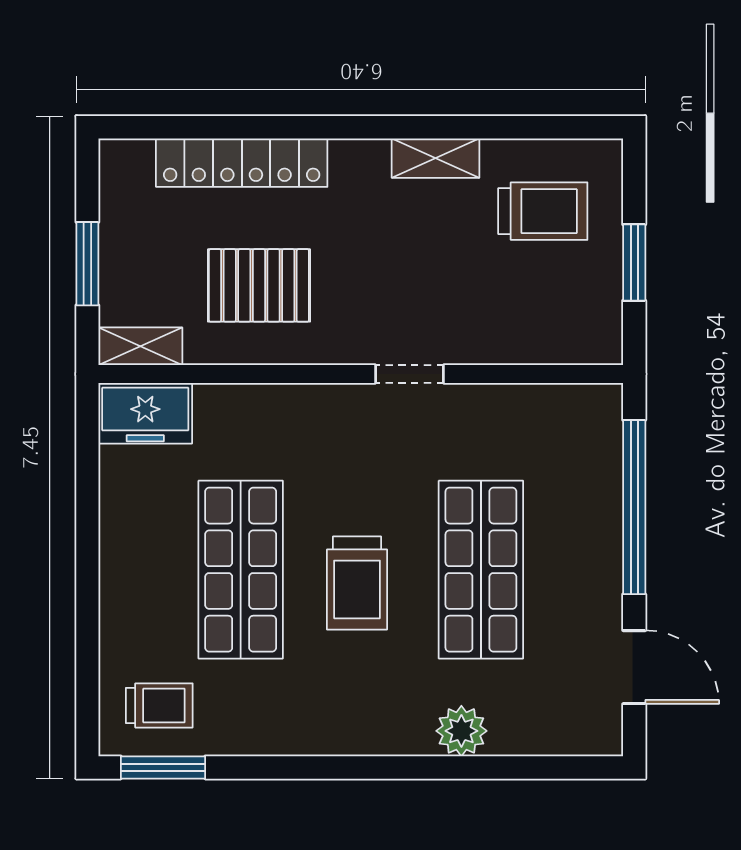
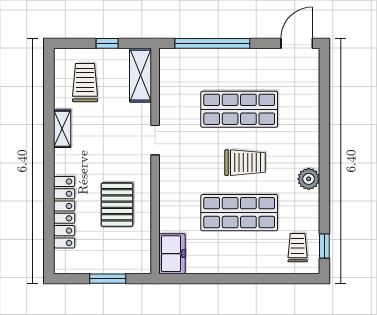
window: (634, 262) -> (107, 43), width x0.67
shelving: (140, 346) -> (140, 75), moved, width x1.50, depth x1.33
door: (634, 667) -> (297, 43), moved
plant: (461, 731) -> (309, 179), moved
window: (163, 767) -> (324, 246), width x0.67

